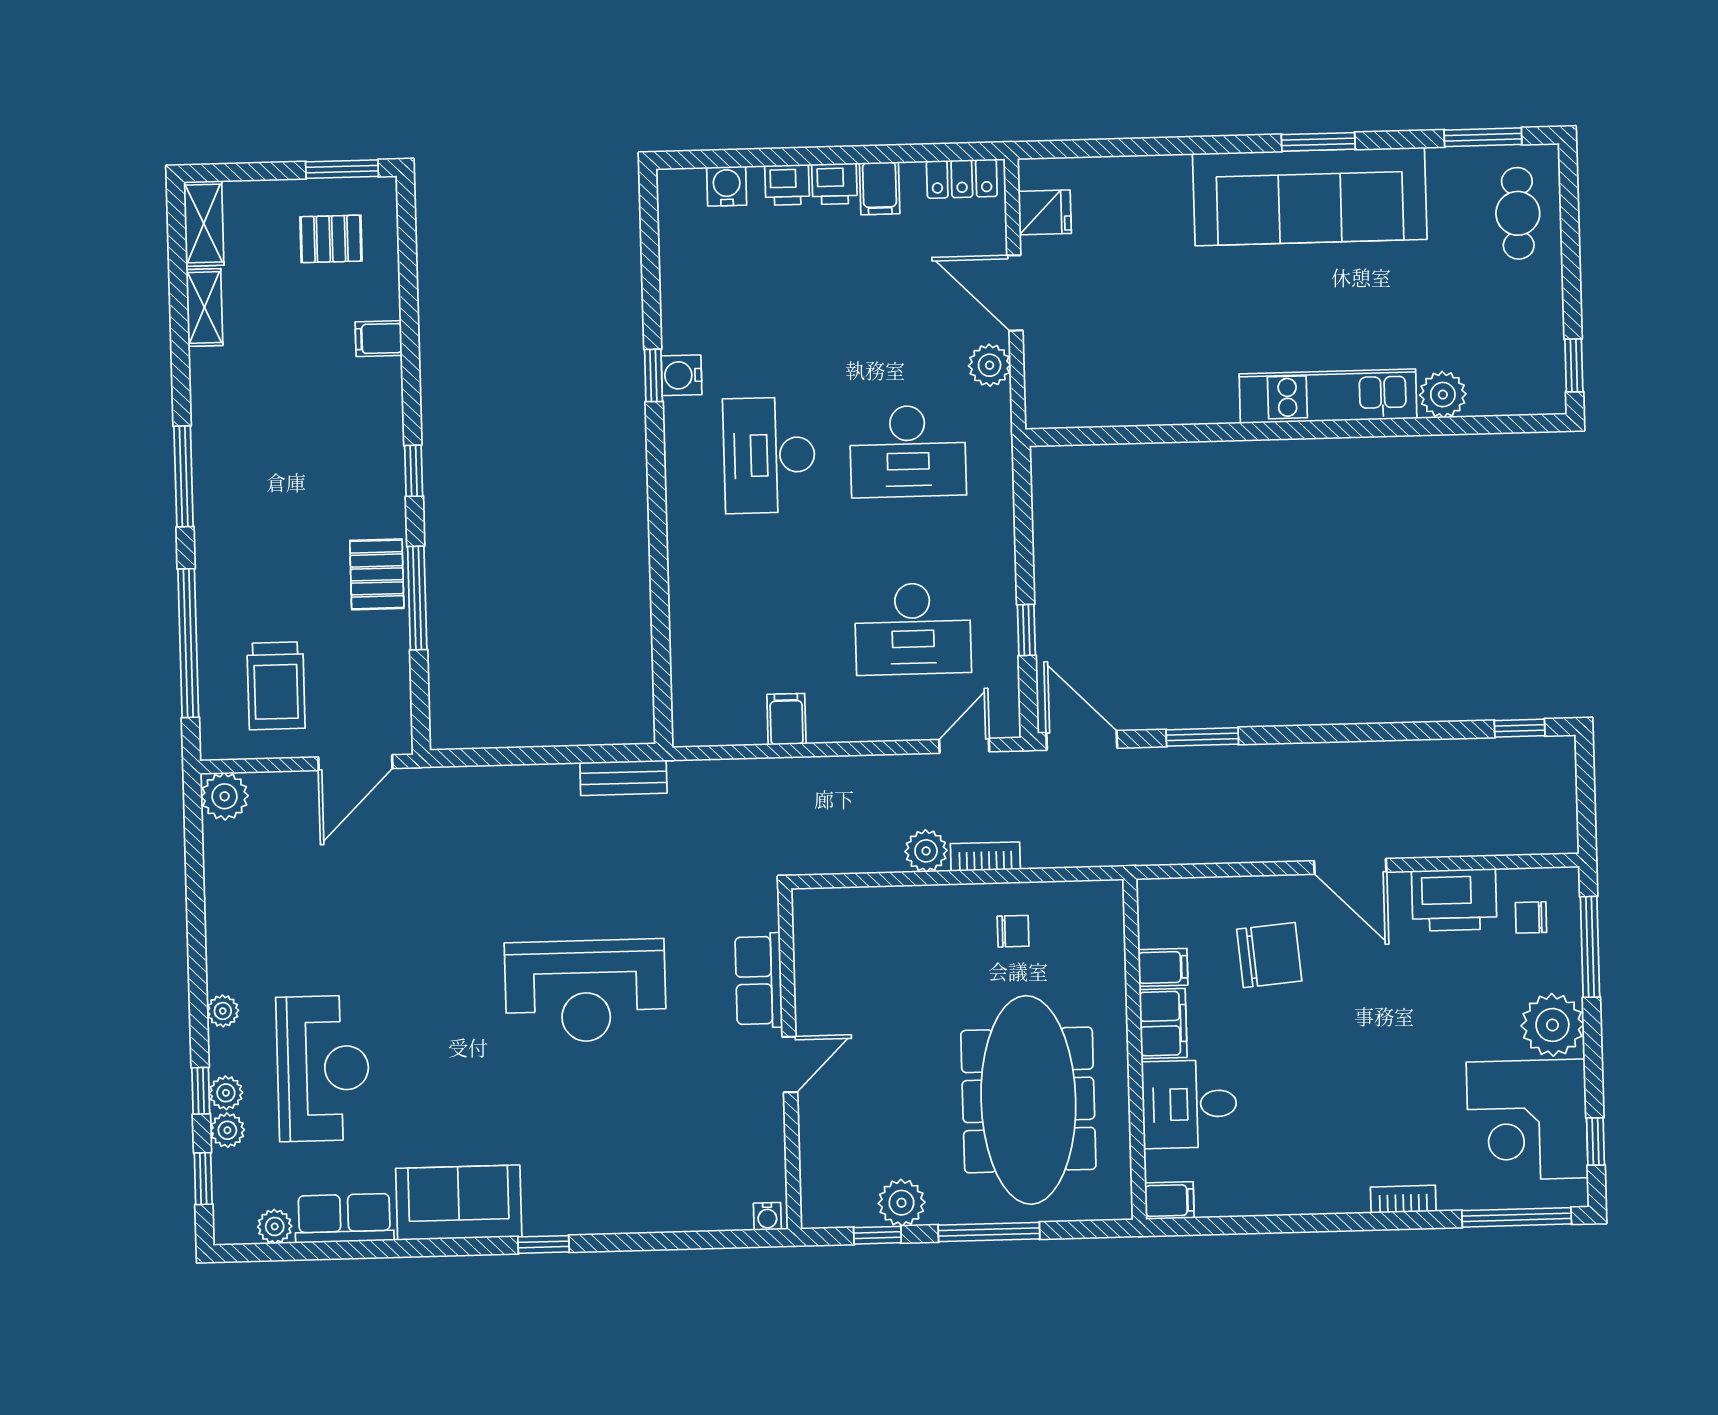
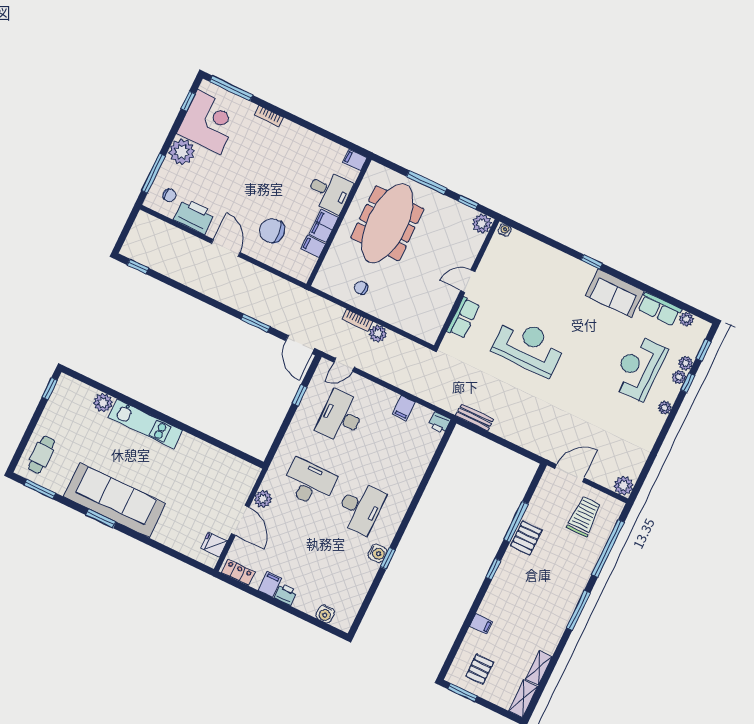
printer: (787, 185) -> (439, 423), moved, turned 180
pallet: (331, 239) -> (480, 669), turned 90
desk: (913, 629) -> (341, 417), turned -90
plant: (902, 1203) -> (482, 224), moved

